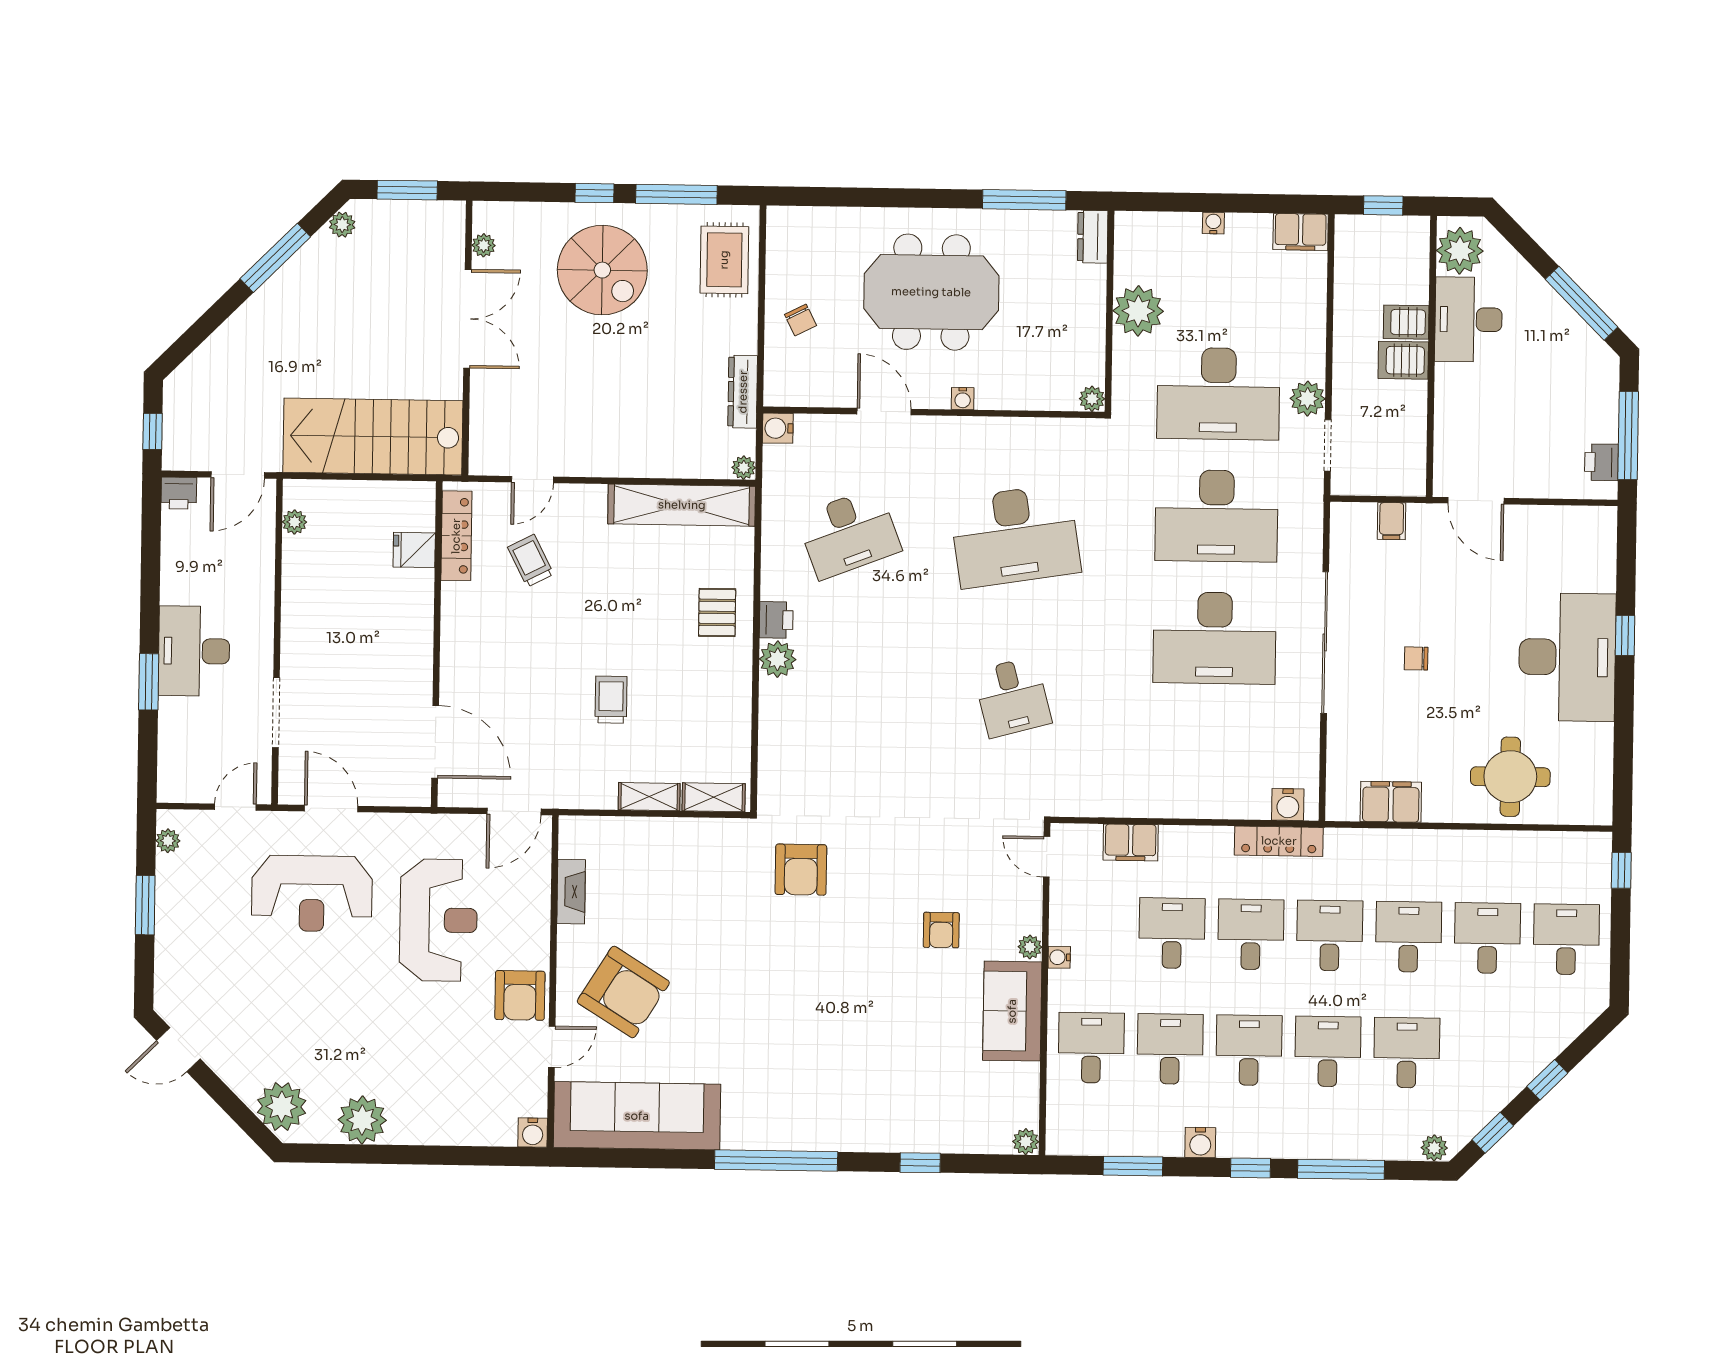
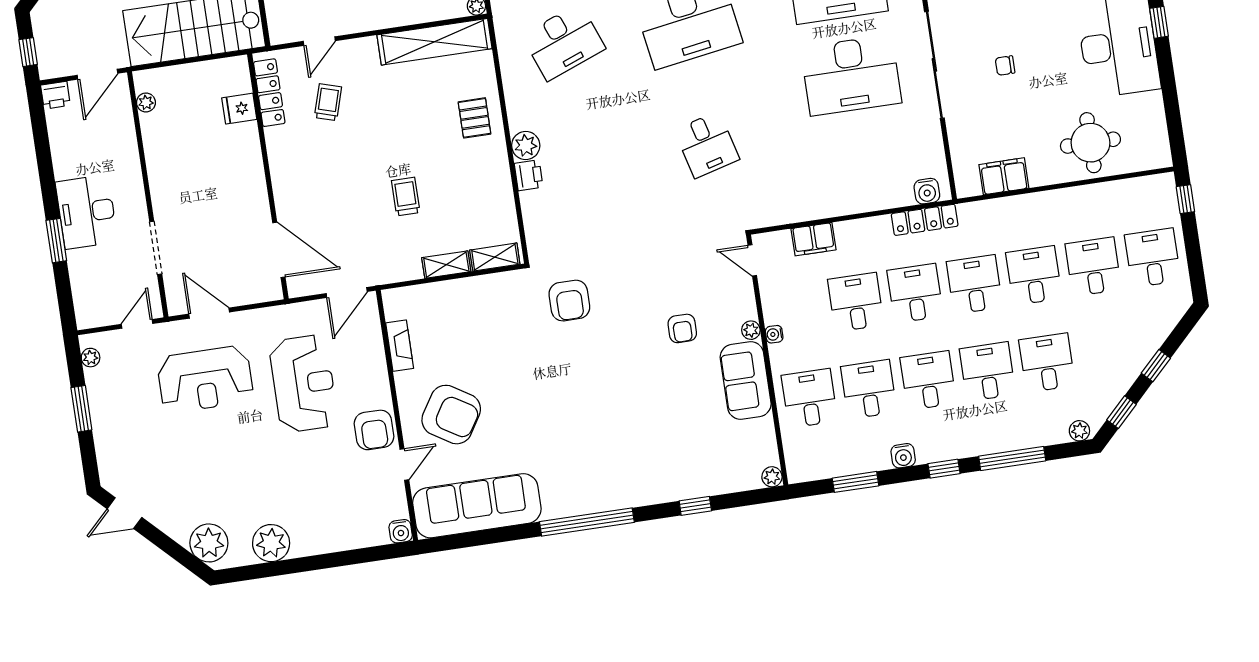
trolley: (531, 561) -> (328, 102), turned 44
printer: (776, 620) -> (529, 175), moved

